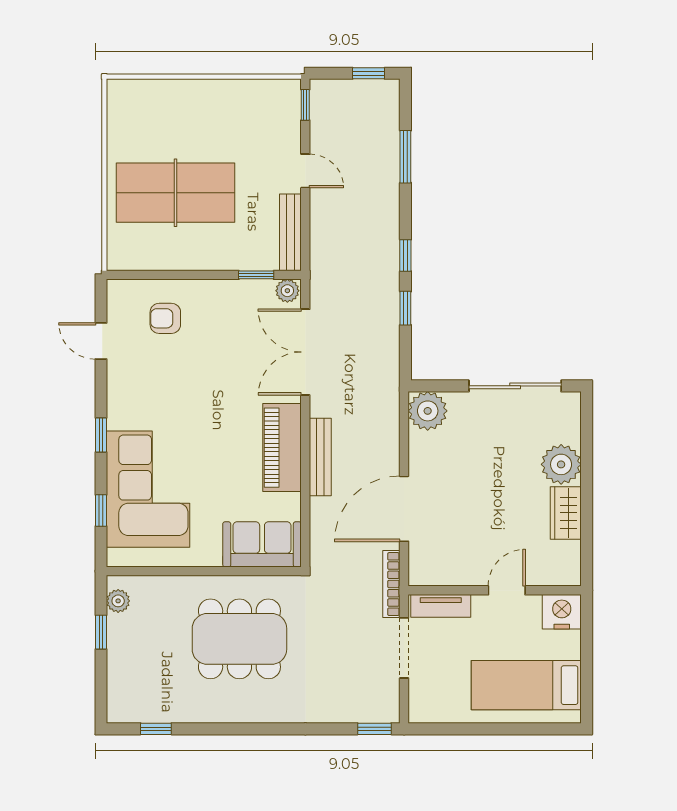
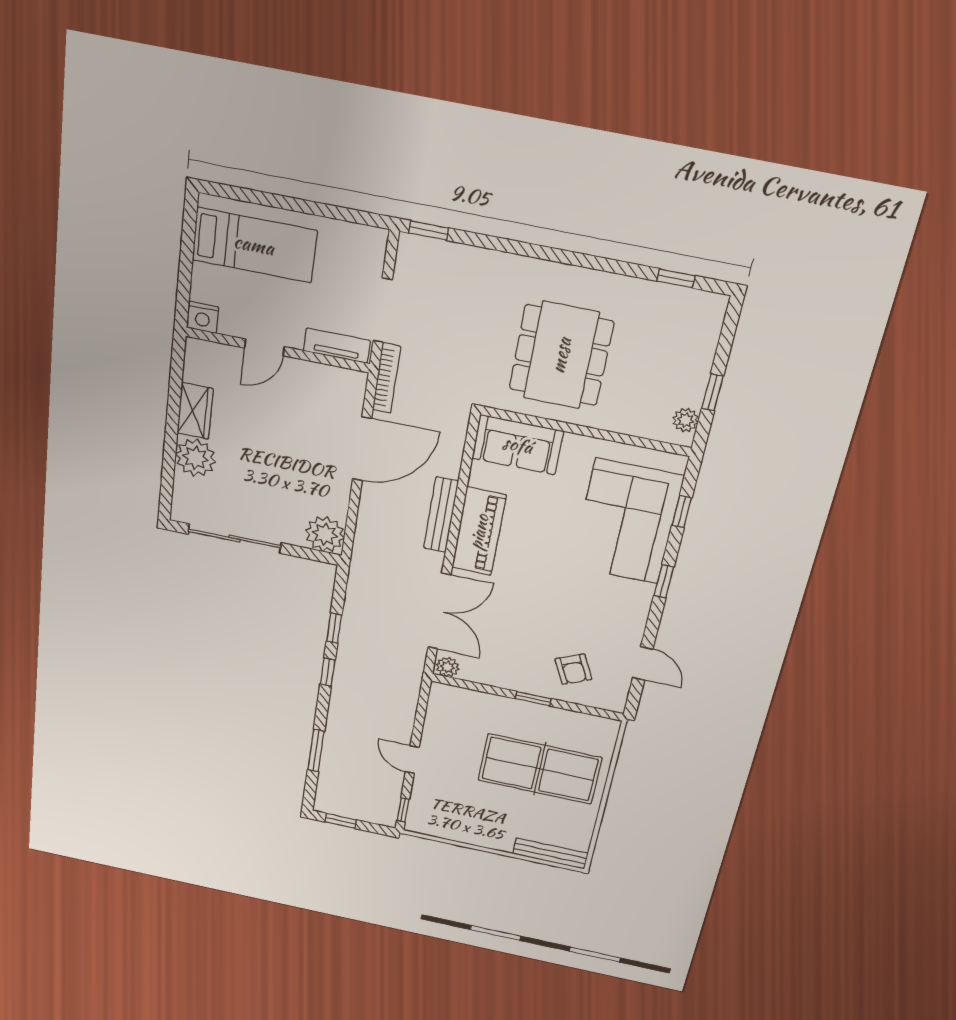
bench: (290, 232) -> (550, 854), moved, turned 90
window: (256, 275) -> (533, 699), moved
armchair: (165, 318) -> (573, 669), turned 65
nightstand: (562, 612) -> (203, 317), width x0.74, depth x0.75
dining table: (239, 639) -> (561, 355), turned 90

